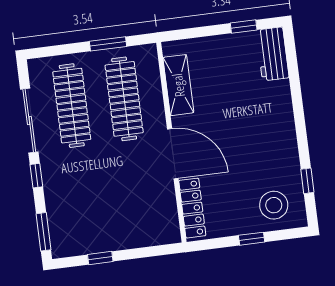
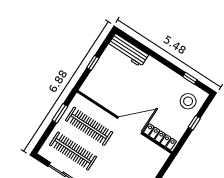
window: (244, 26) -> (93, 63), moved
workbench: (273, 54) -> (128, 50), width x1.38
shelving: (178, 85) -> (103, 98), removed

